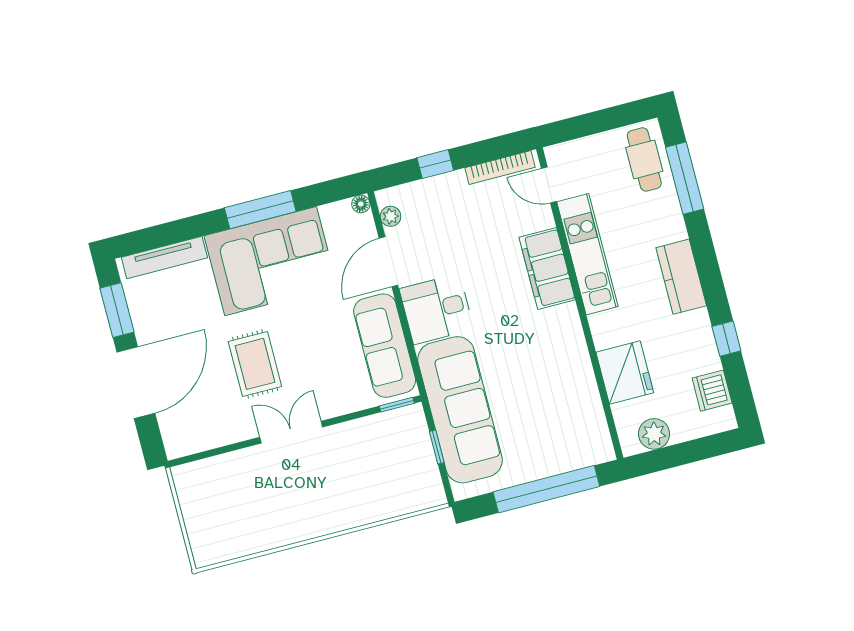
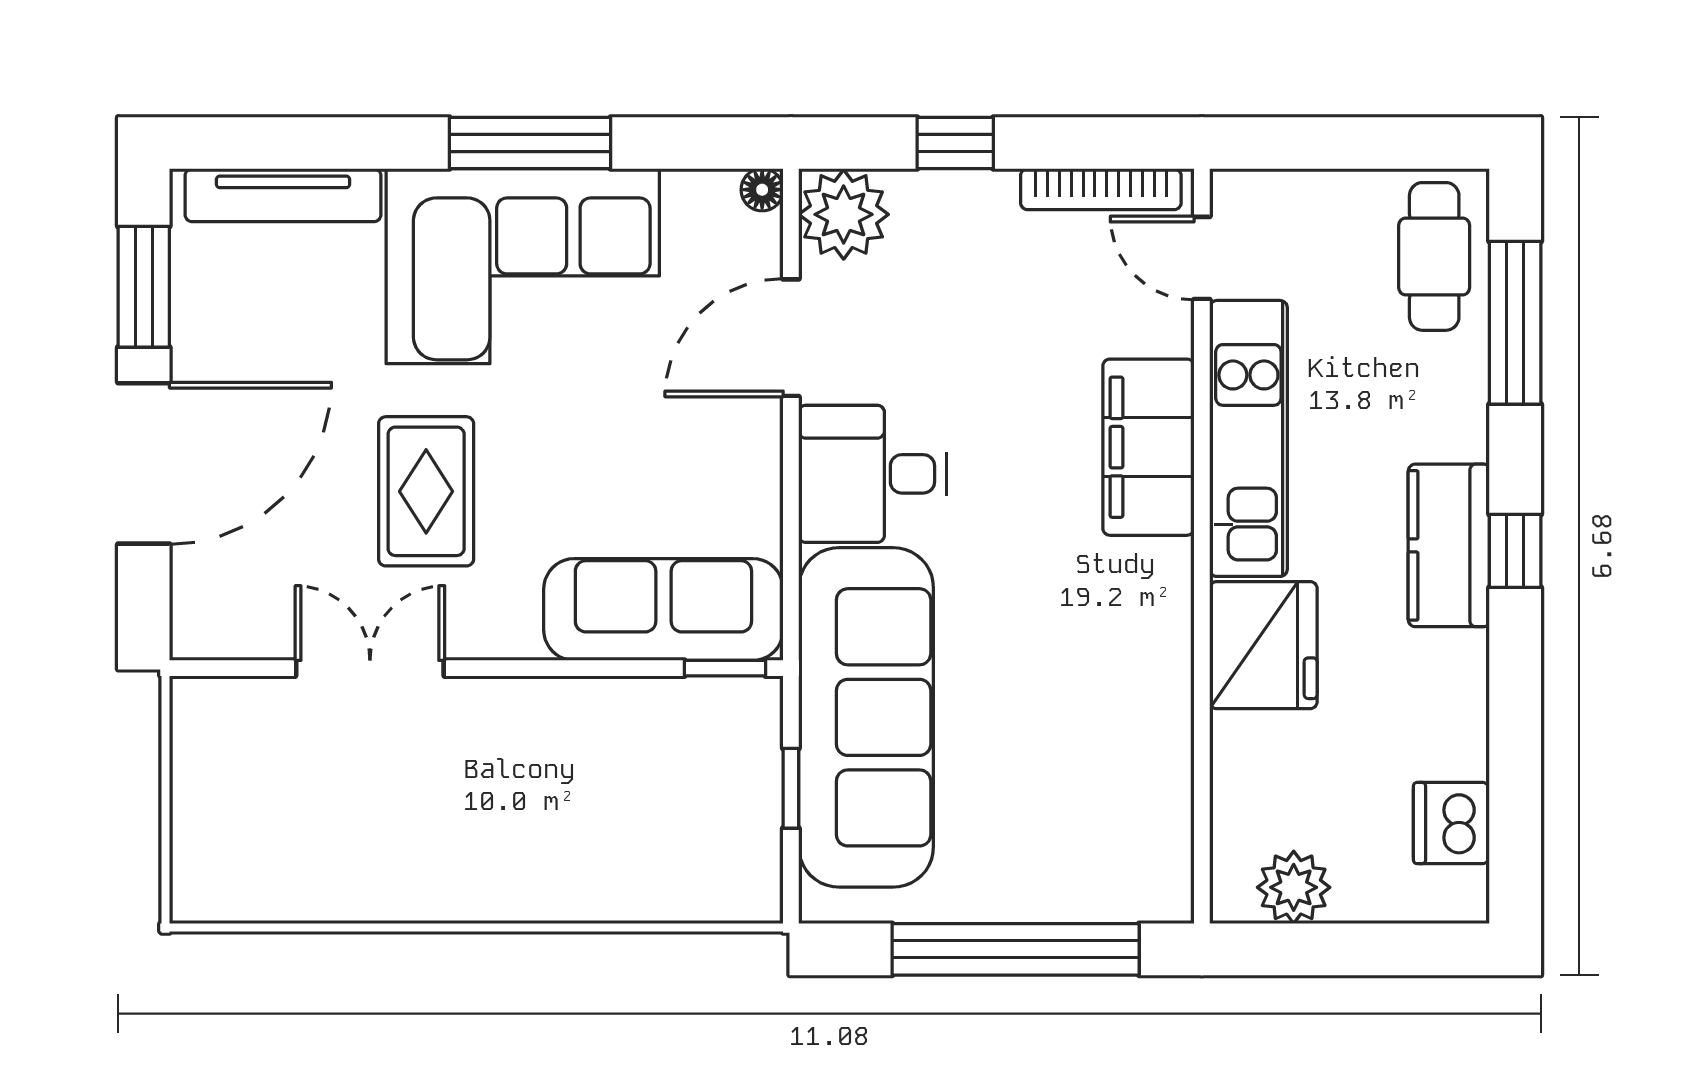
plant: (391, 216) -> (844, 214), width x1.88, depth x1.88
window: (726, 339) -> (1515, 551), moved
sofa: (385, 346) -> (663, 610), moved, turned 90
fridge: (625, 373) -> (1263, 645), moved
double door: (291, 432) -> (370, 668), moved

